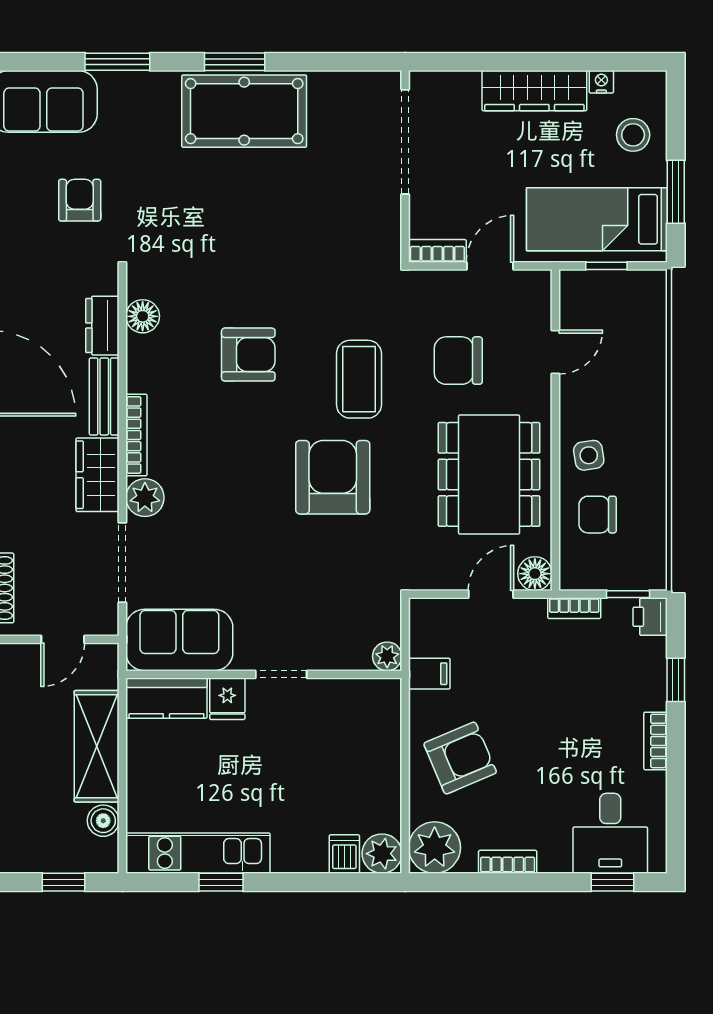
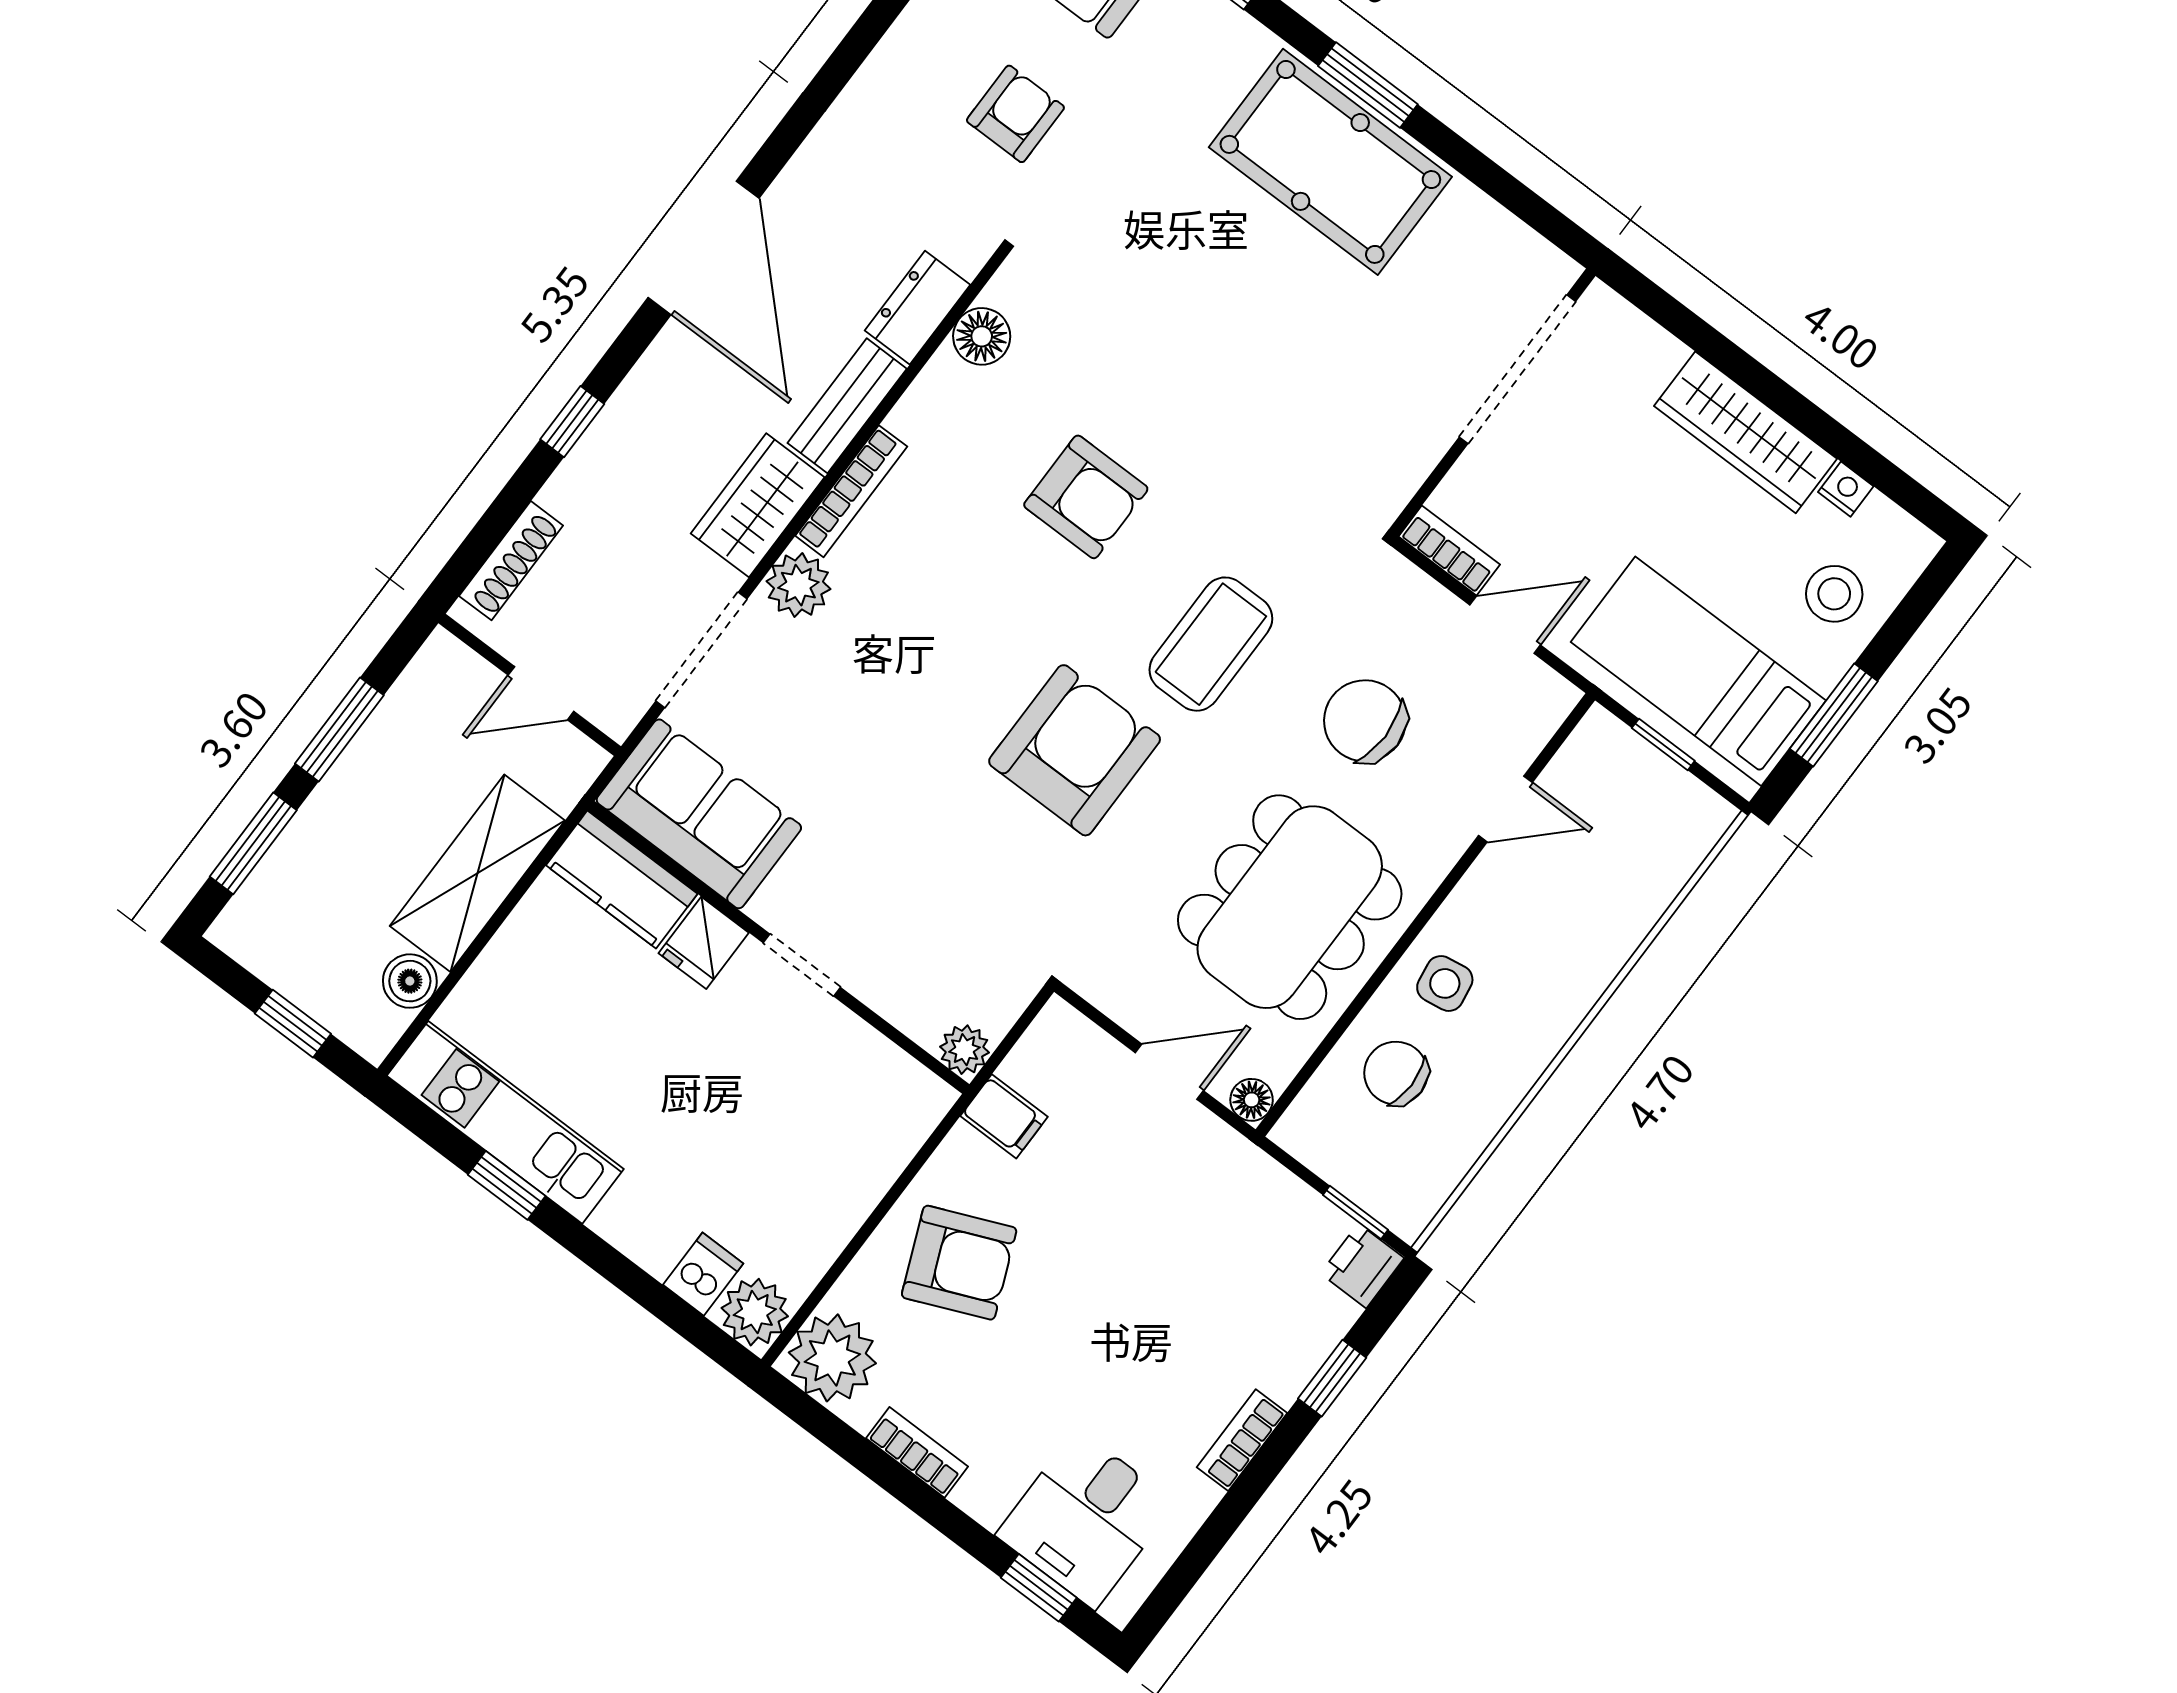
floor lamp: (535, 574) -> (1252, 1100), width x0.73, depth x0.73
bookcase: (574, 608) -> (1268, 1176), removed

